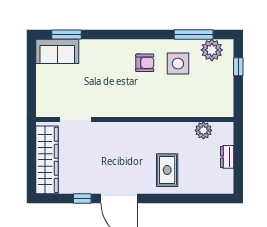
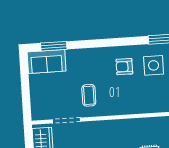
armchair: (145, 63) -> (124, 67), turned 180
coffee table: (103, 93) -> (89, 95), added

